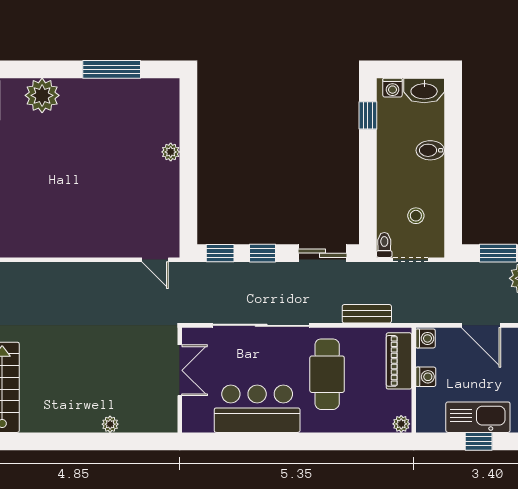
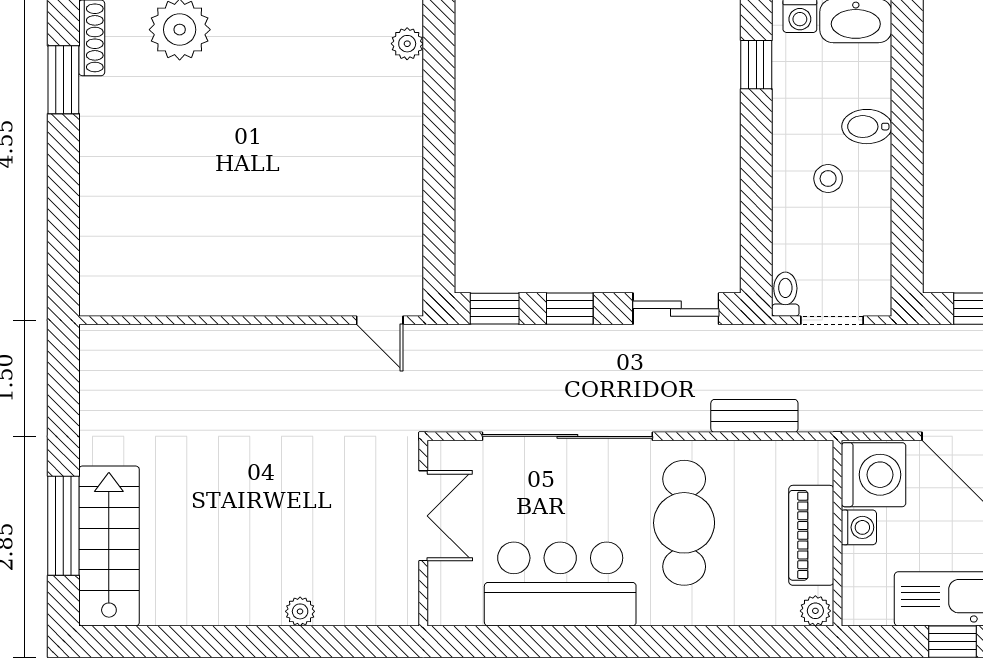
plant: (171, 152) -> (407, 44), moved
stool: (416, 216) -> (828, 179), moved
washing machine: (426, 338) -> (874, 475), width x1.89, depth x1.89
piano: (399, 361) -> (811, 535), moved

